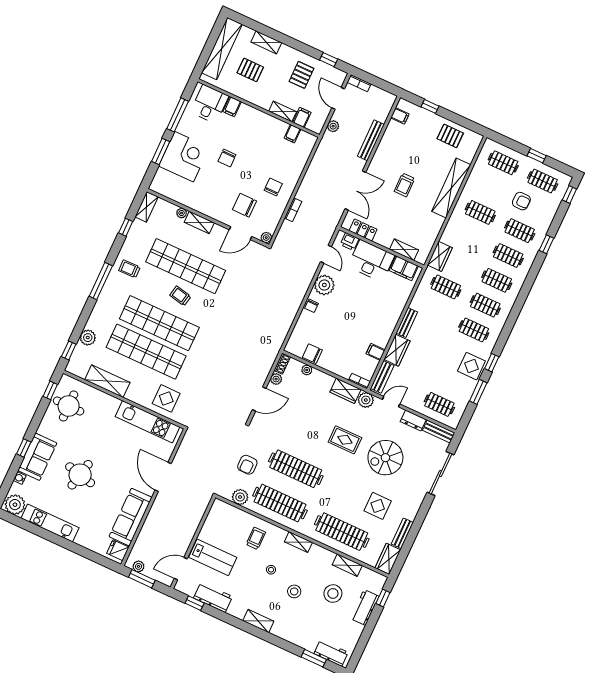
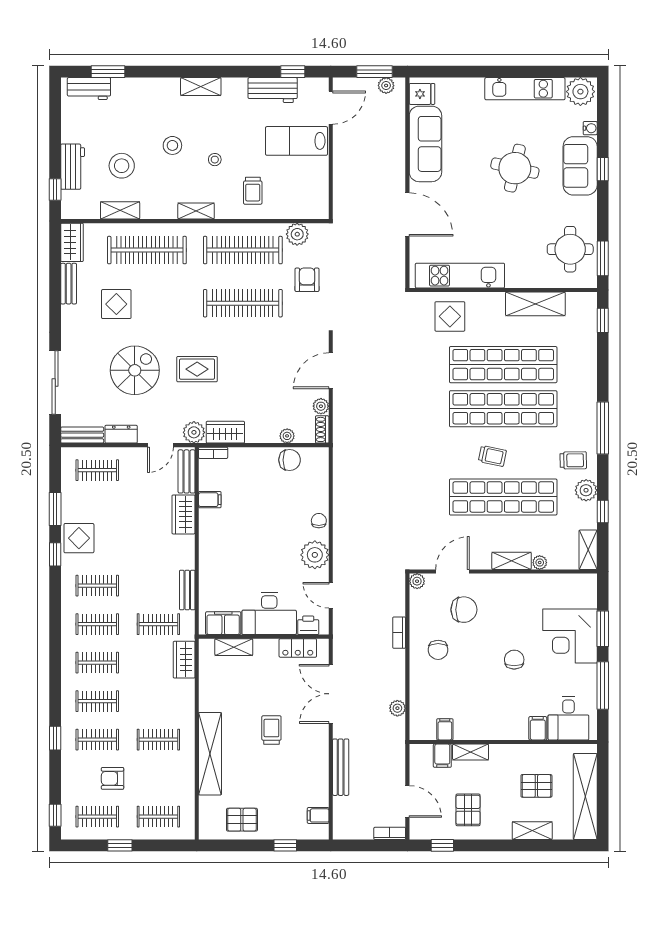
plant: (333, 126) -> (397, 708), moved
bench: (407, 323) -> (187, 590), moved
plant: (88, 338) -> (586, 490), moved
window: (50, 390) -> (603, 258), width x1.50

